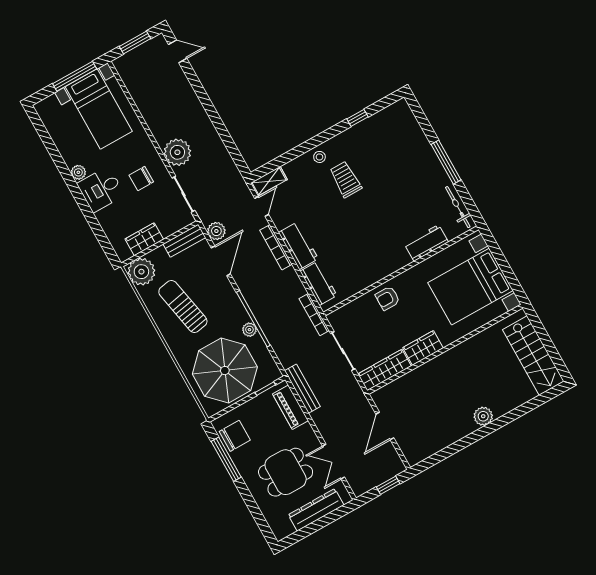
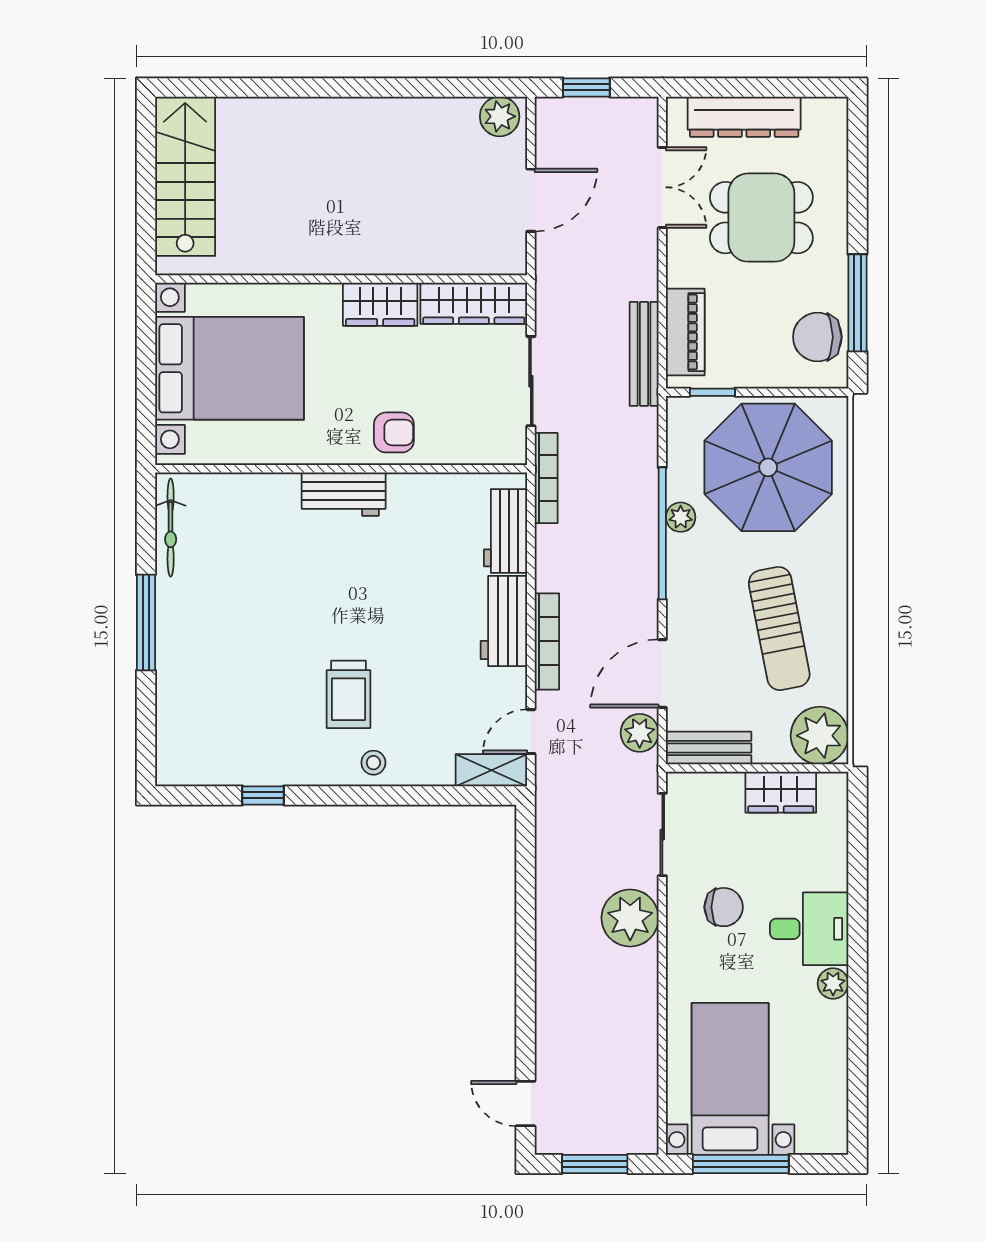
workbench: (426, 243) -> (344, 494), moved
plant: (483, 416) -> (500, 116), moved

